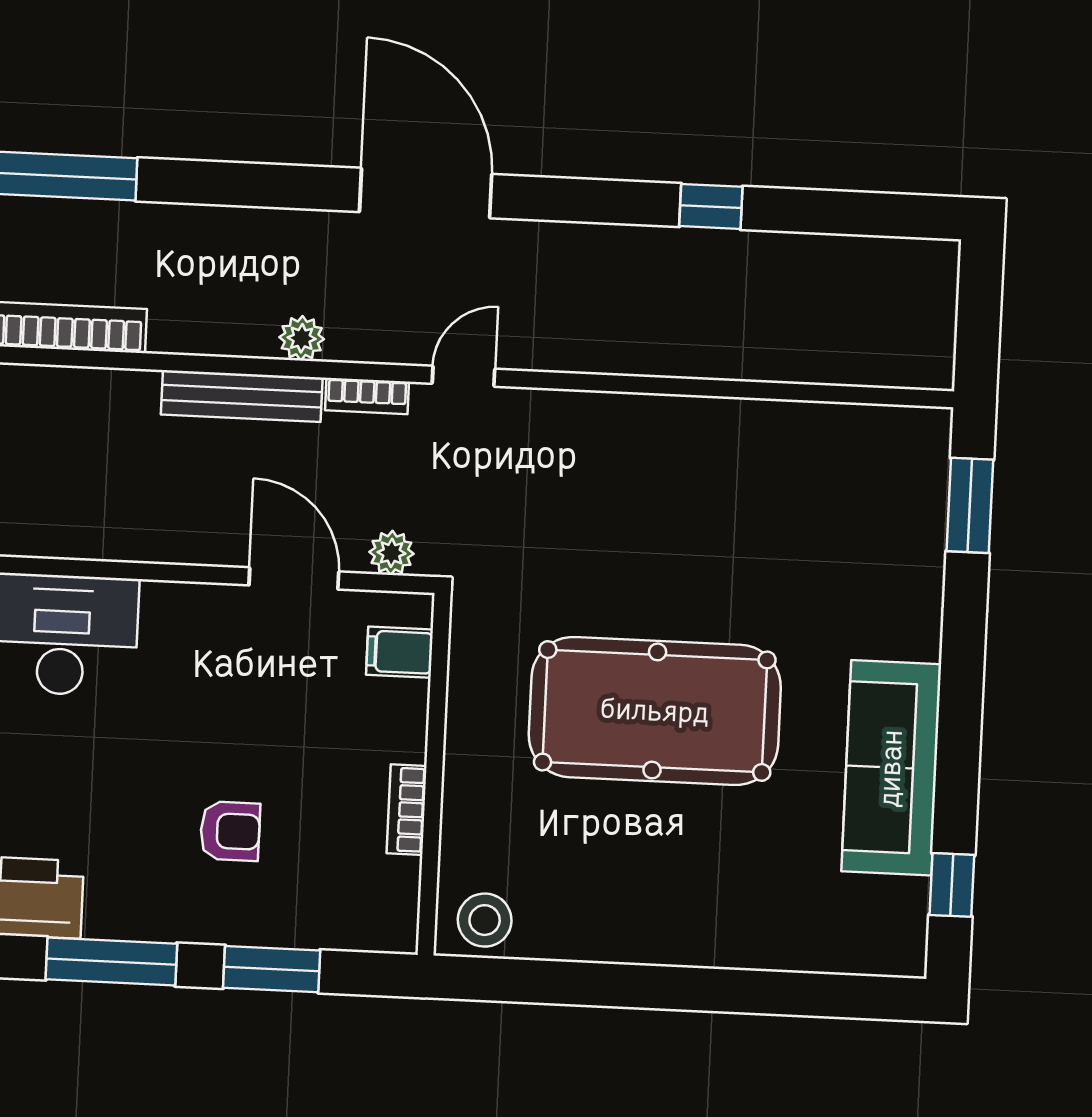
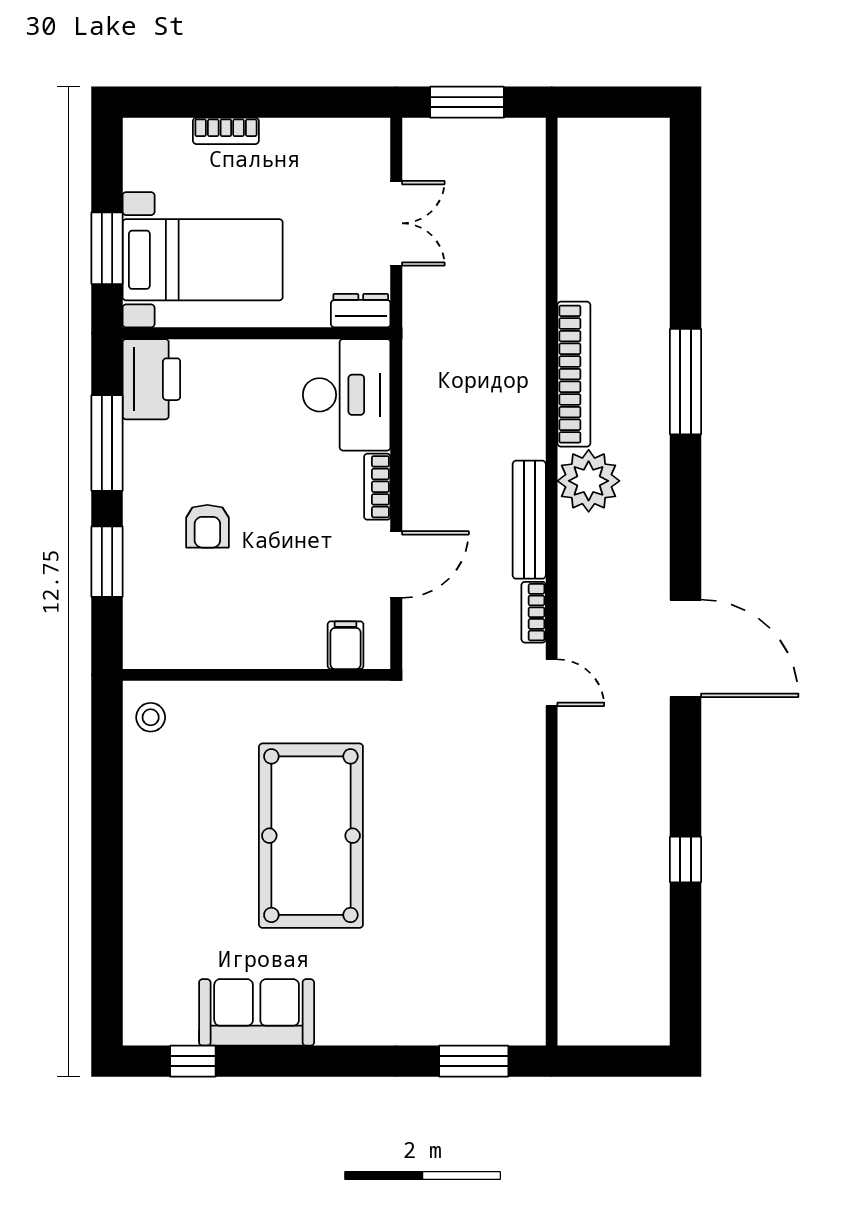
door: (426, 193) -> (686, 648), hinge flipped
plant: (302, 338) -> (589, 481), moved, width x1.88, depth x1.88
plant: (392, 553) -> (419, 636), removed
sofa: (891, 768) -> (257, 1012), width x0.73
bookcase: (407, 810) -> (377, 487), moved, turned -90
stool: (485, 920) -> (151, 717), width x0.73, depth x0.73

